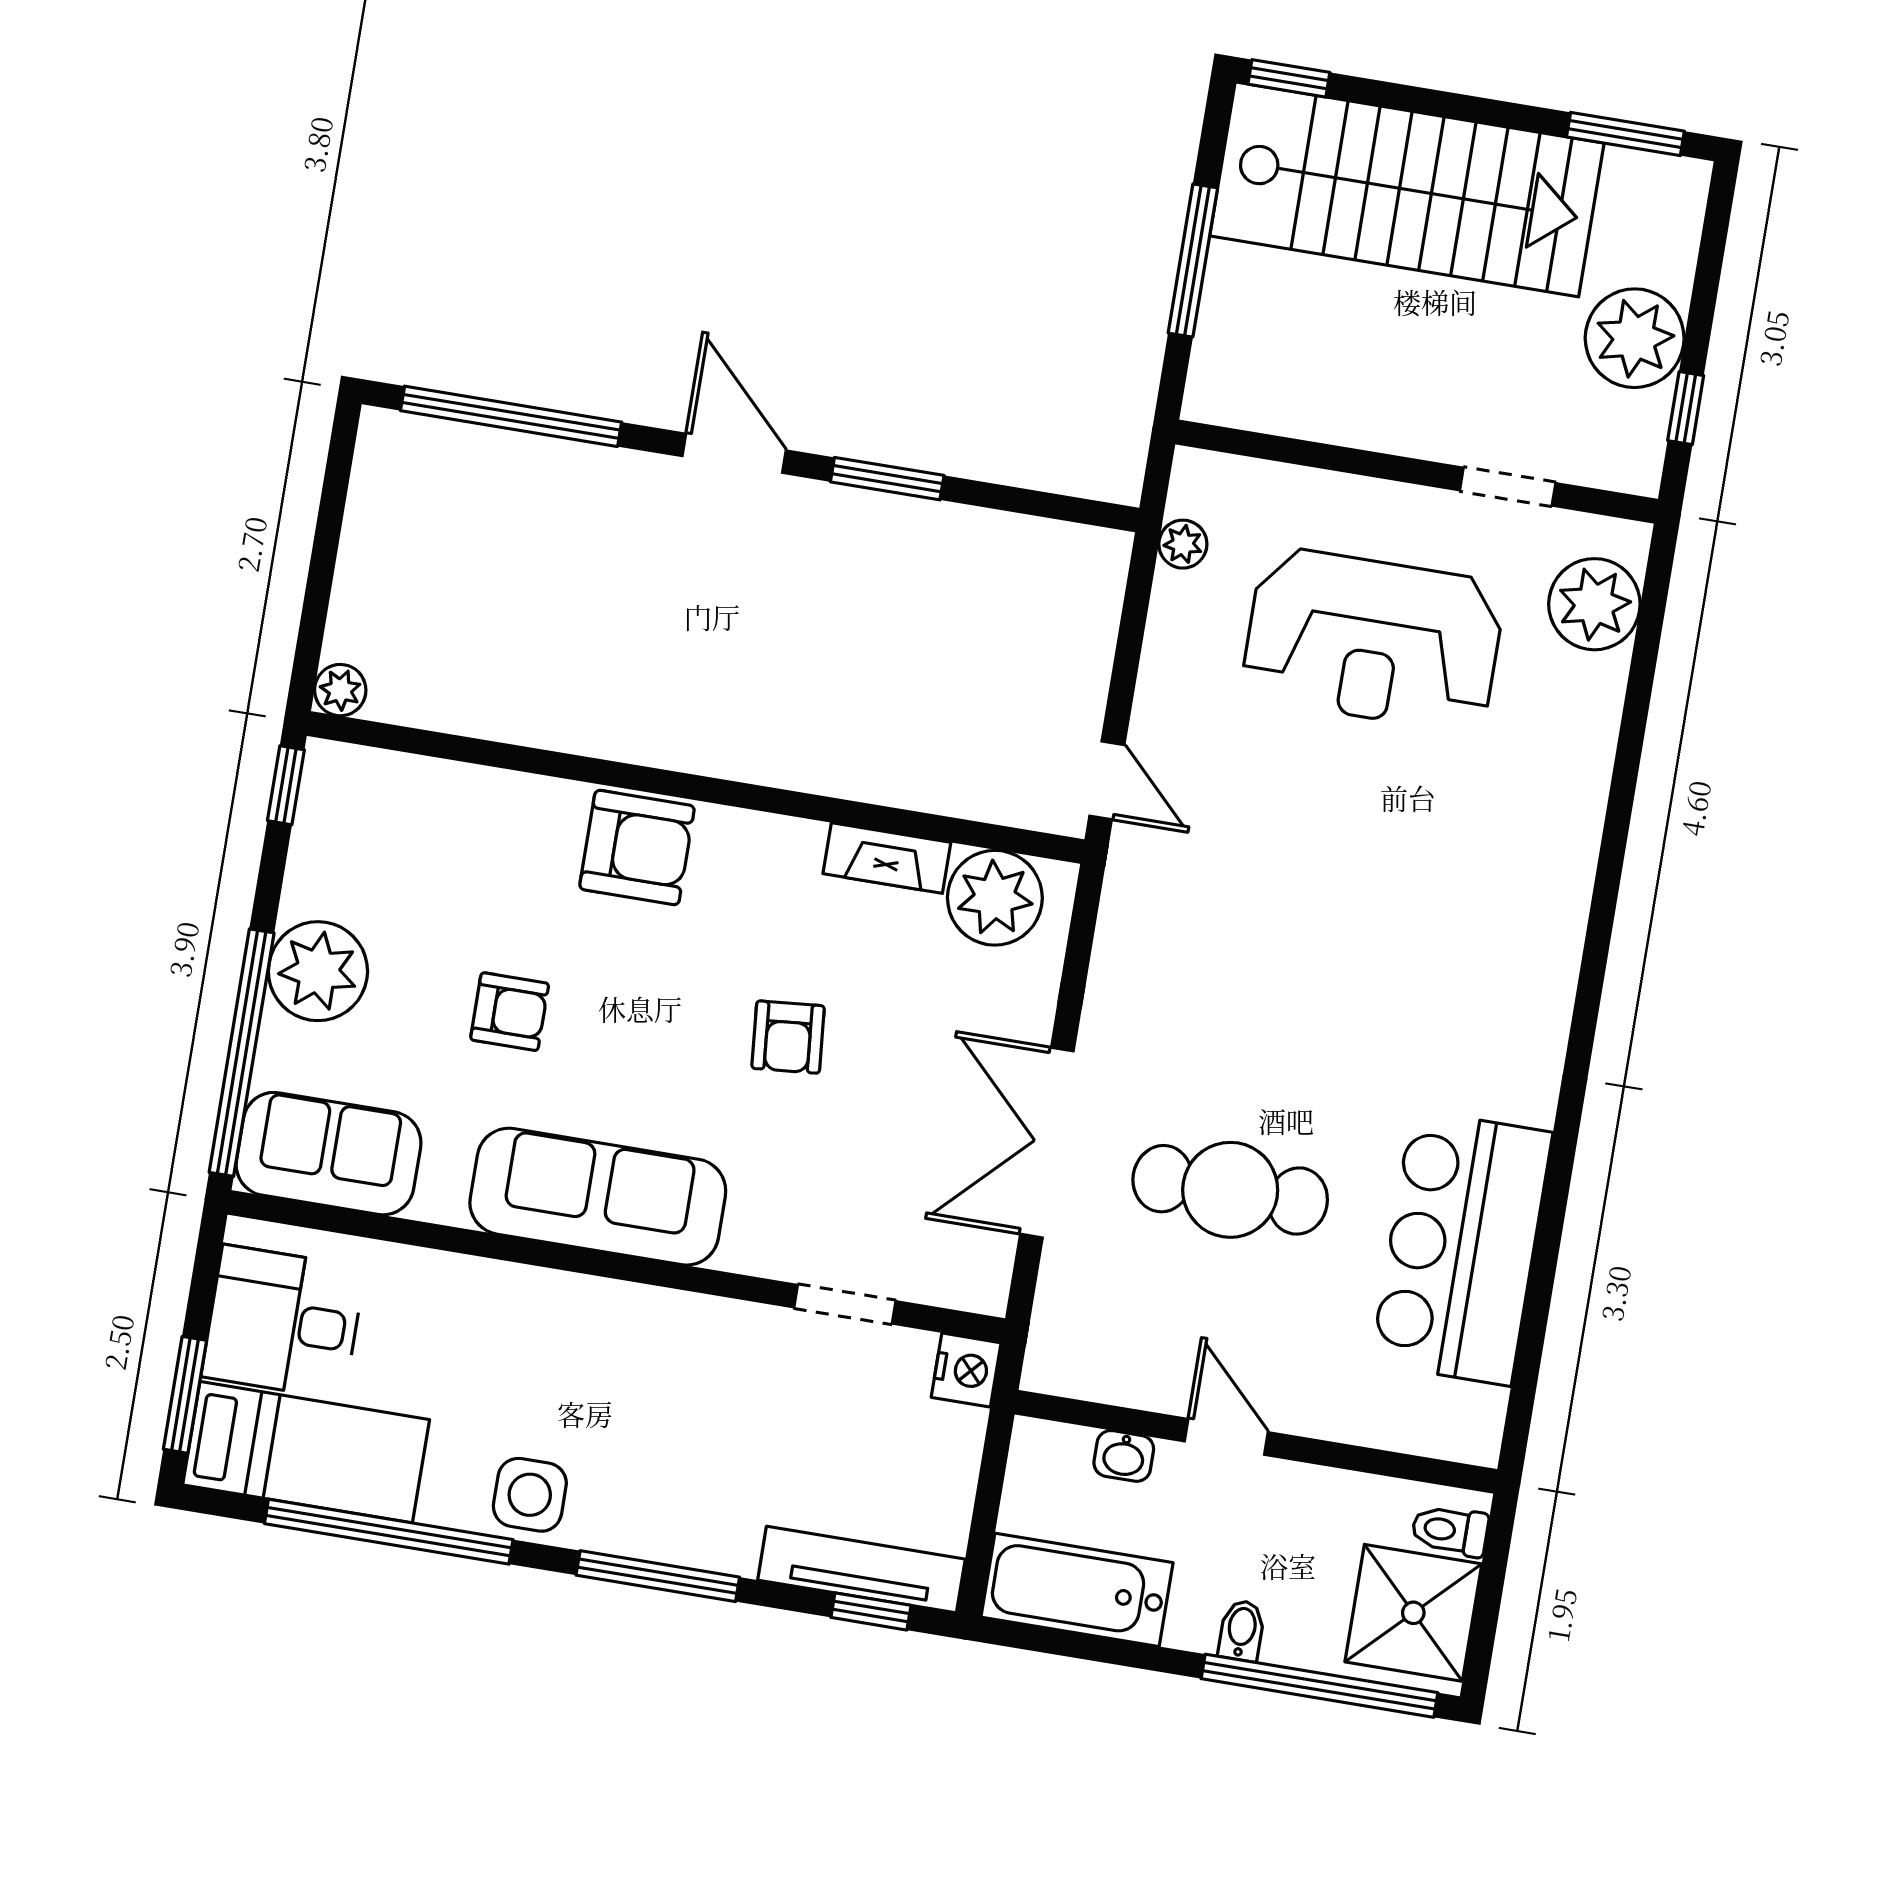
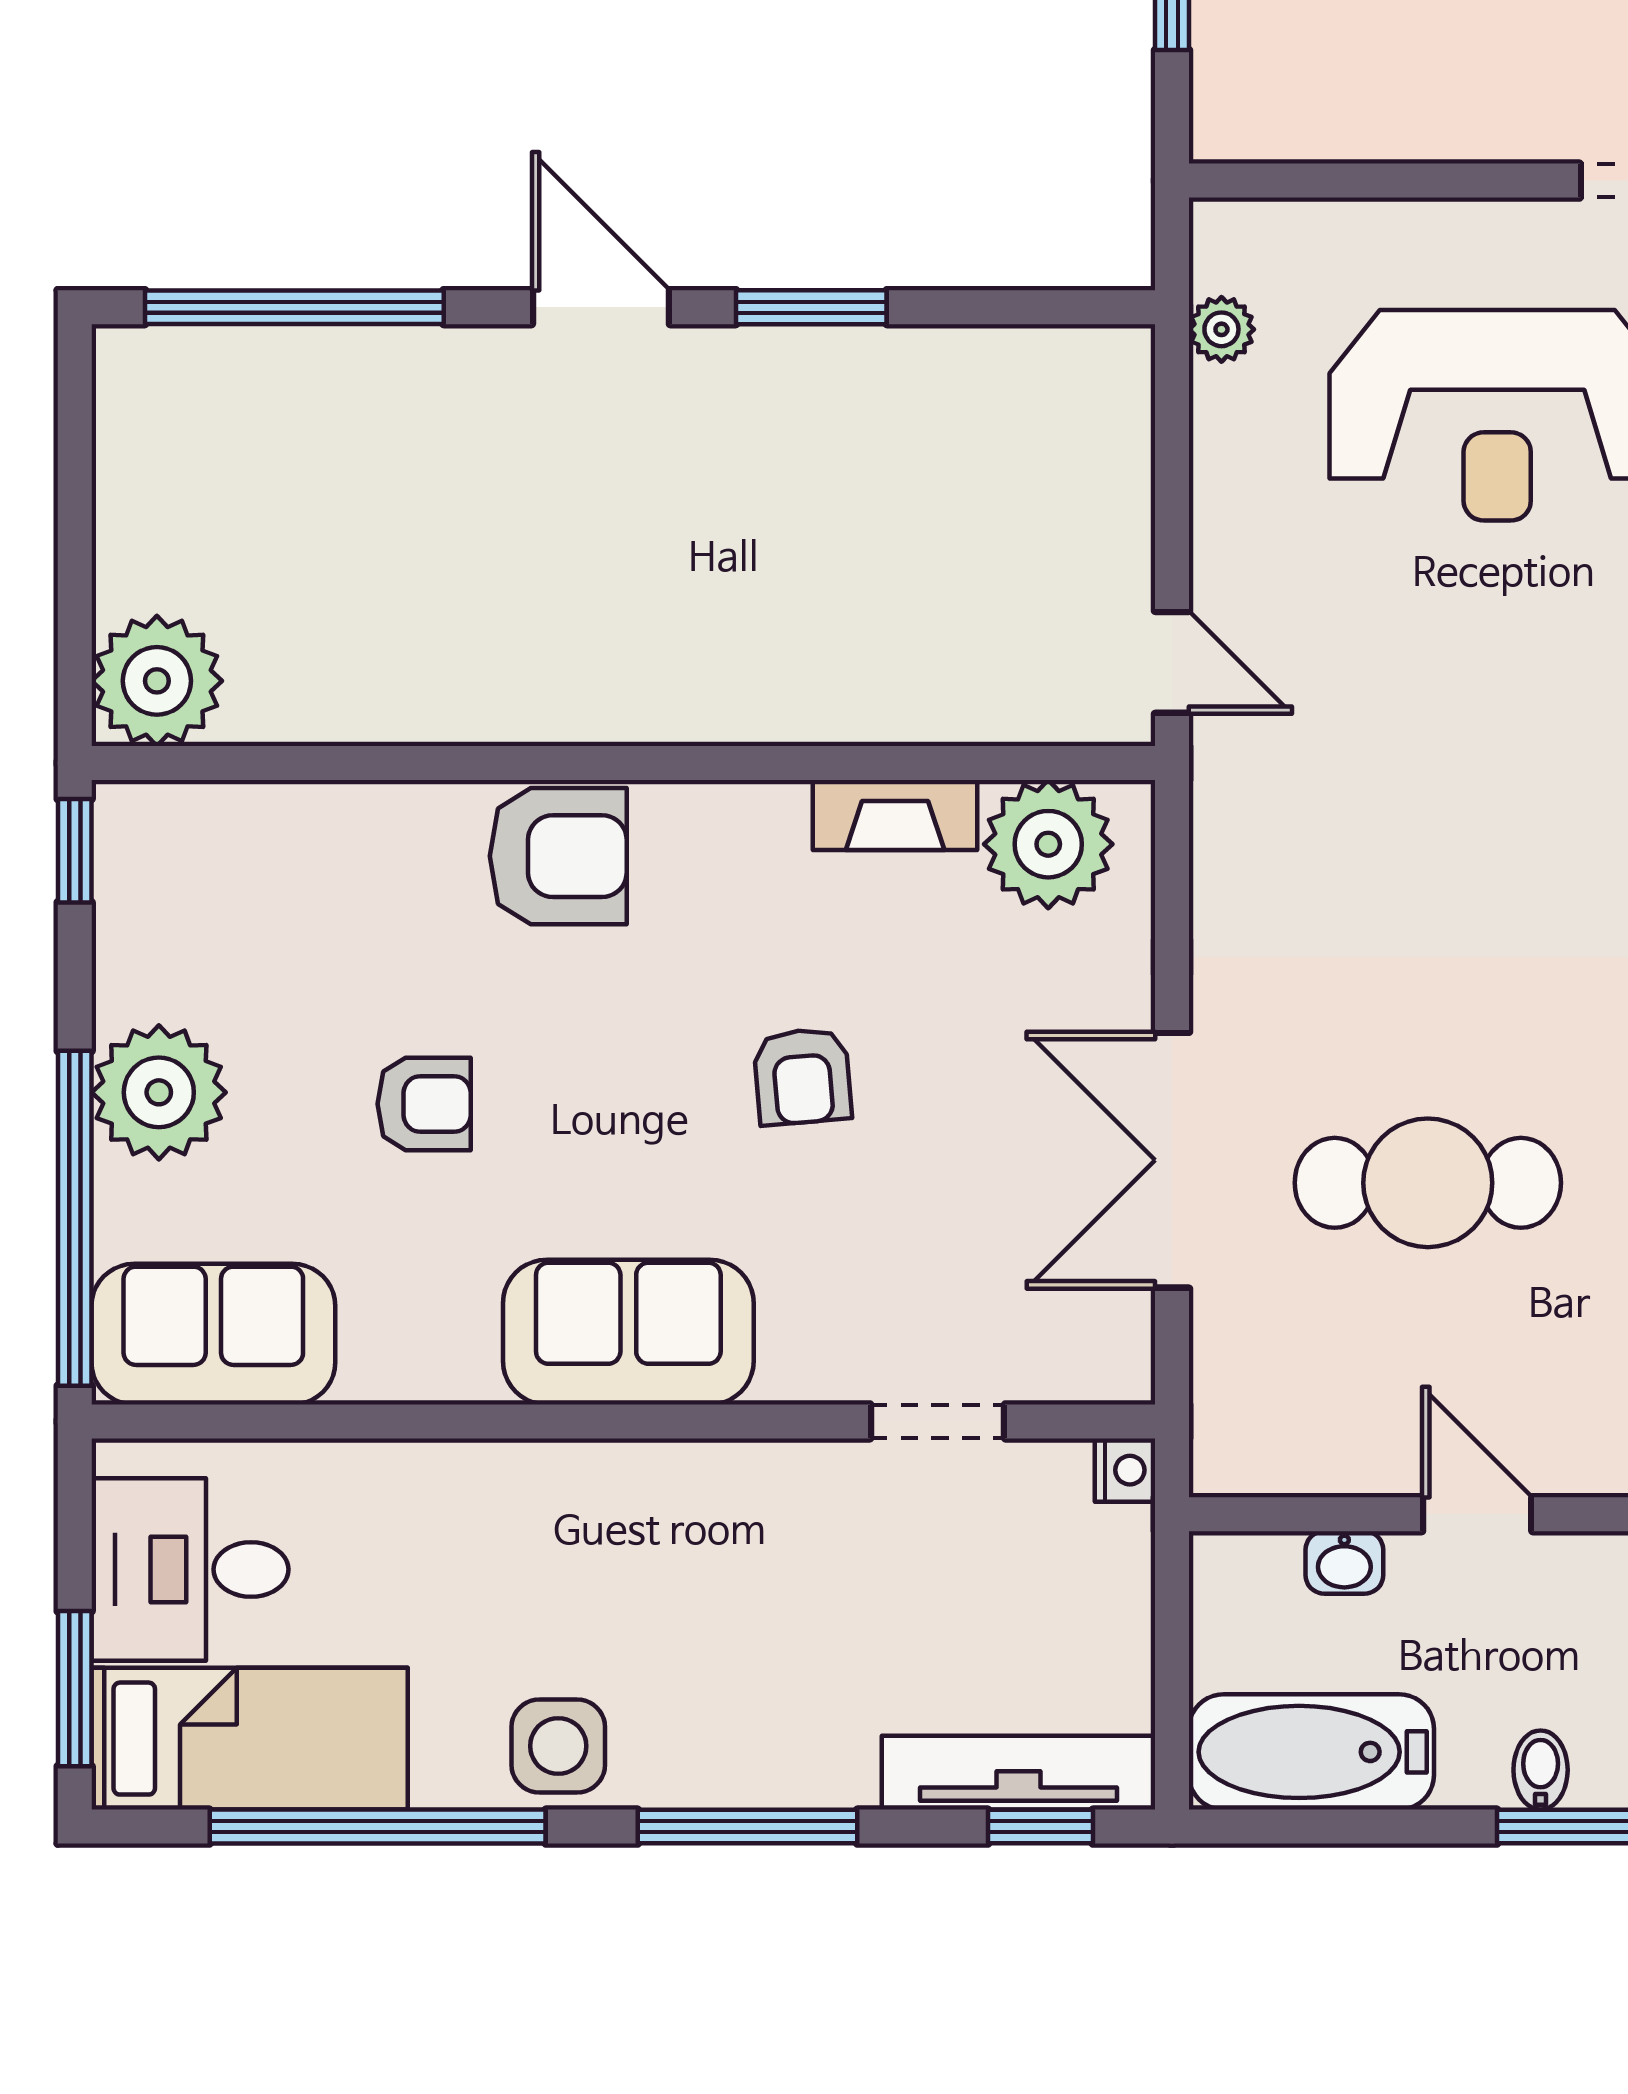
plant: (340, 690) -> (157, 681), width x1.87, depth x1.87
sofa: (598, 1197) -> (628, 1332), width x0.73
nightstand: (966, 1370) -> (1125, 1470), width x0.72, depth x0.74

